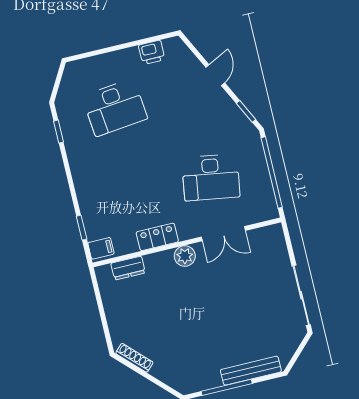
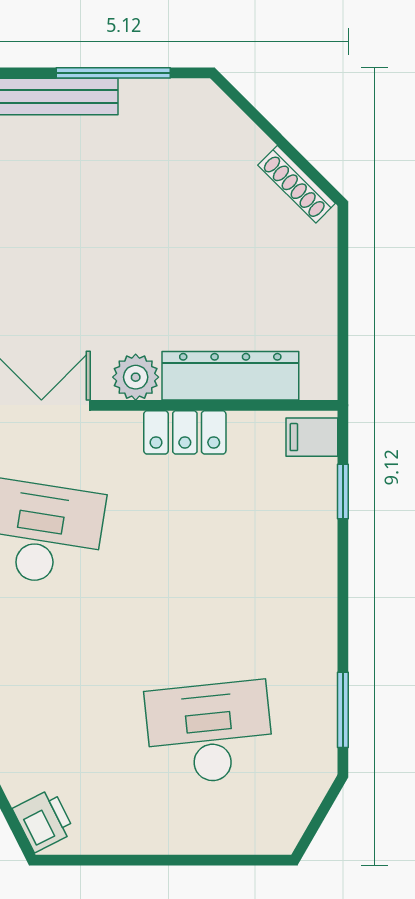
printer: (152, 52) -> (44, 820), moved, turned 63
window: (59, 132) -> (343, 710), width x1.50
dresser: (128, 268) -> (230, 376), width x1.96, depth x1.24

